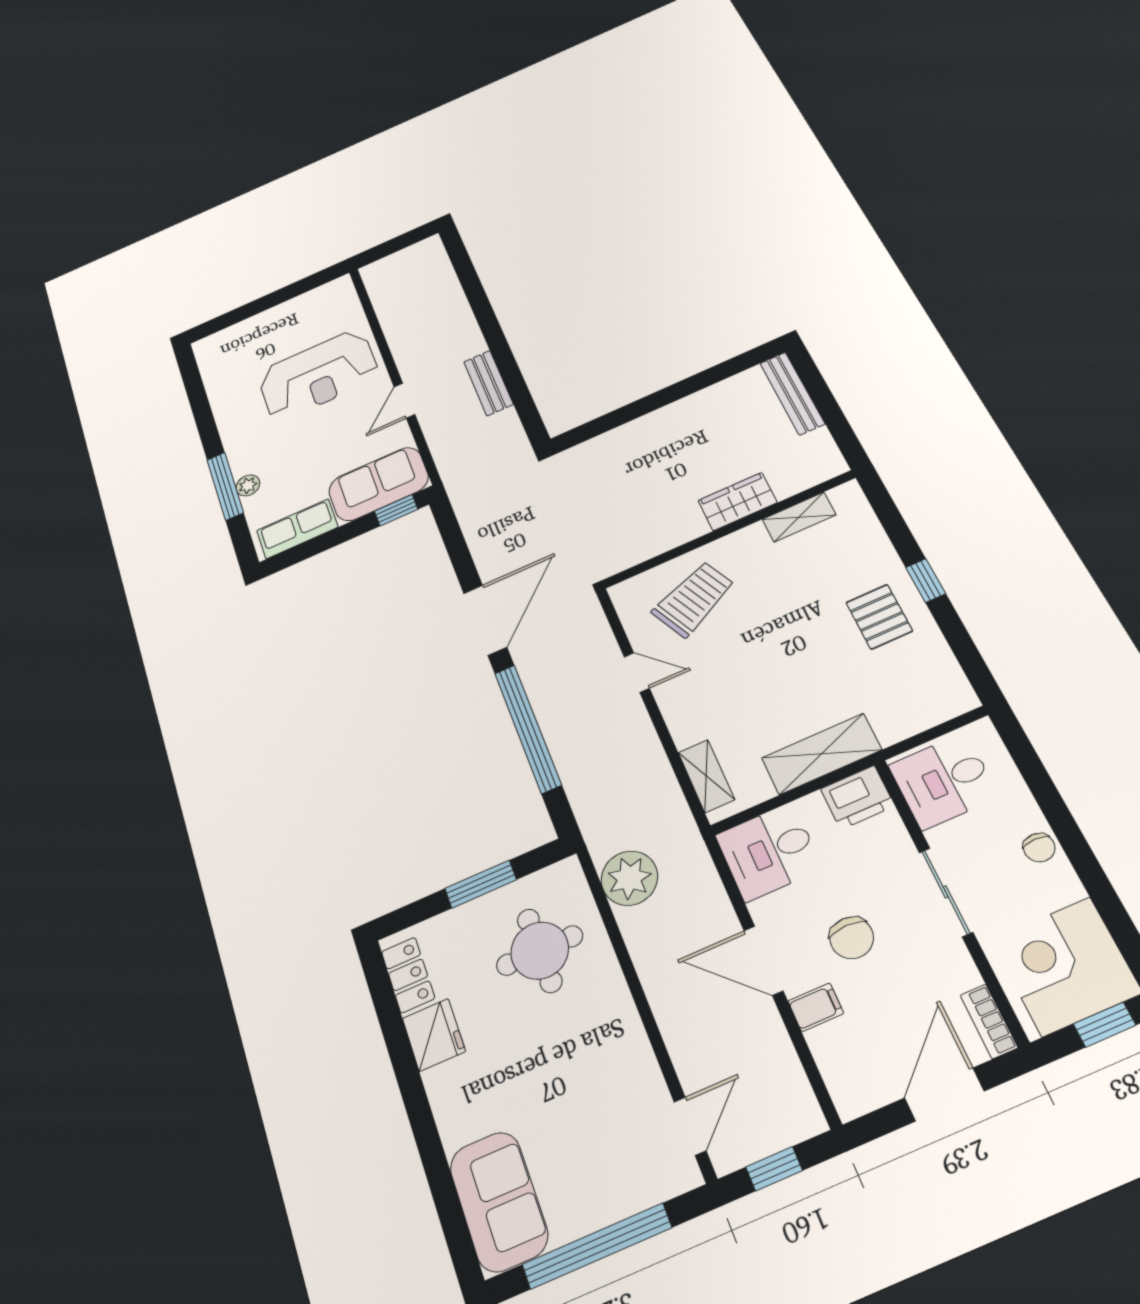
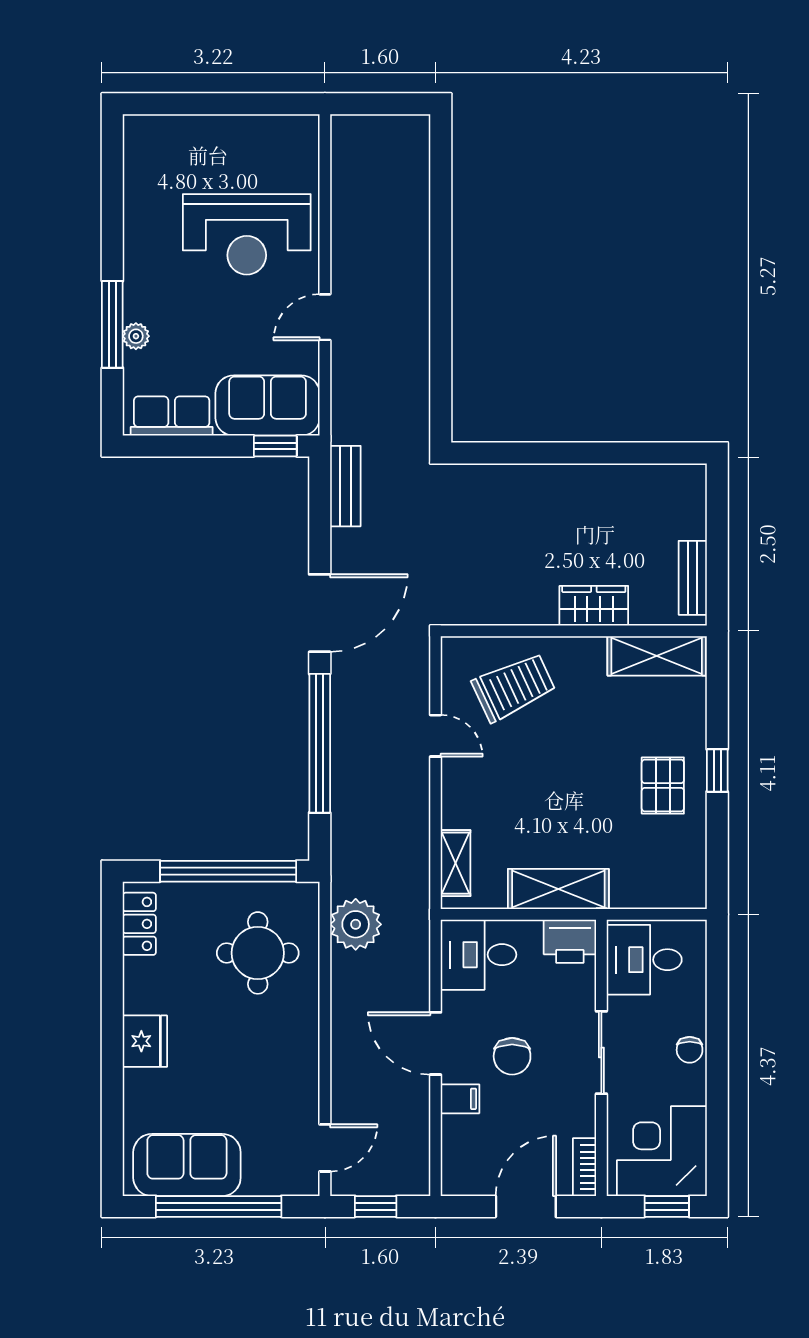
bench: (488, 383) -> (345, 486), moved
bench: (792, 393) -> (693, 578), moved, width x0.73
shelving: (799, 517) -> (657, 656), width x1.50, depth x1.33
window: (481, 884) -> (228, 871), width x2.11
fridge: (434, 1035) -> (145, 1041), moved
sofa: (499, 1201) -> (187, 1165), moved, turned -90

